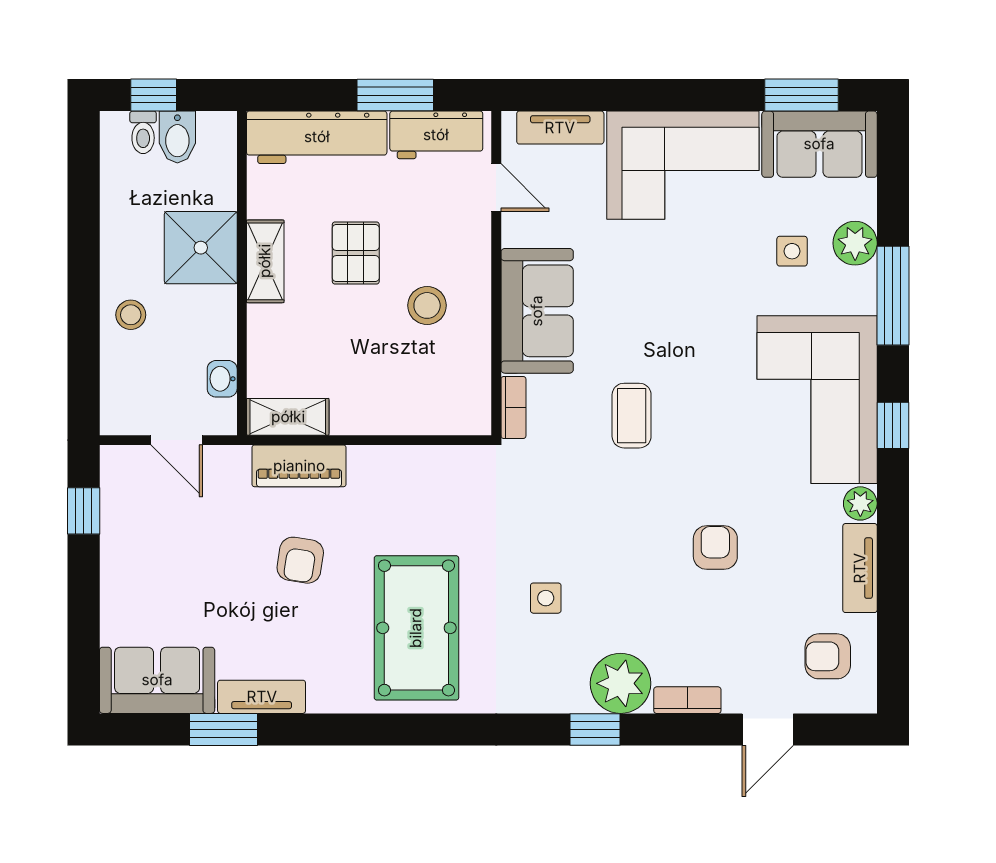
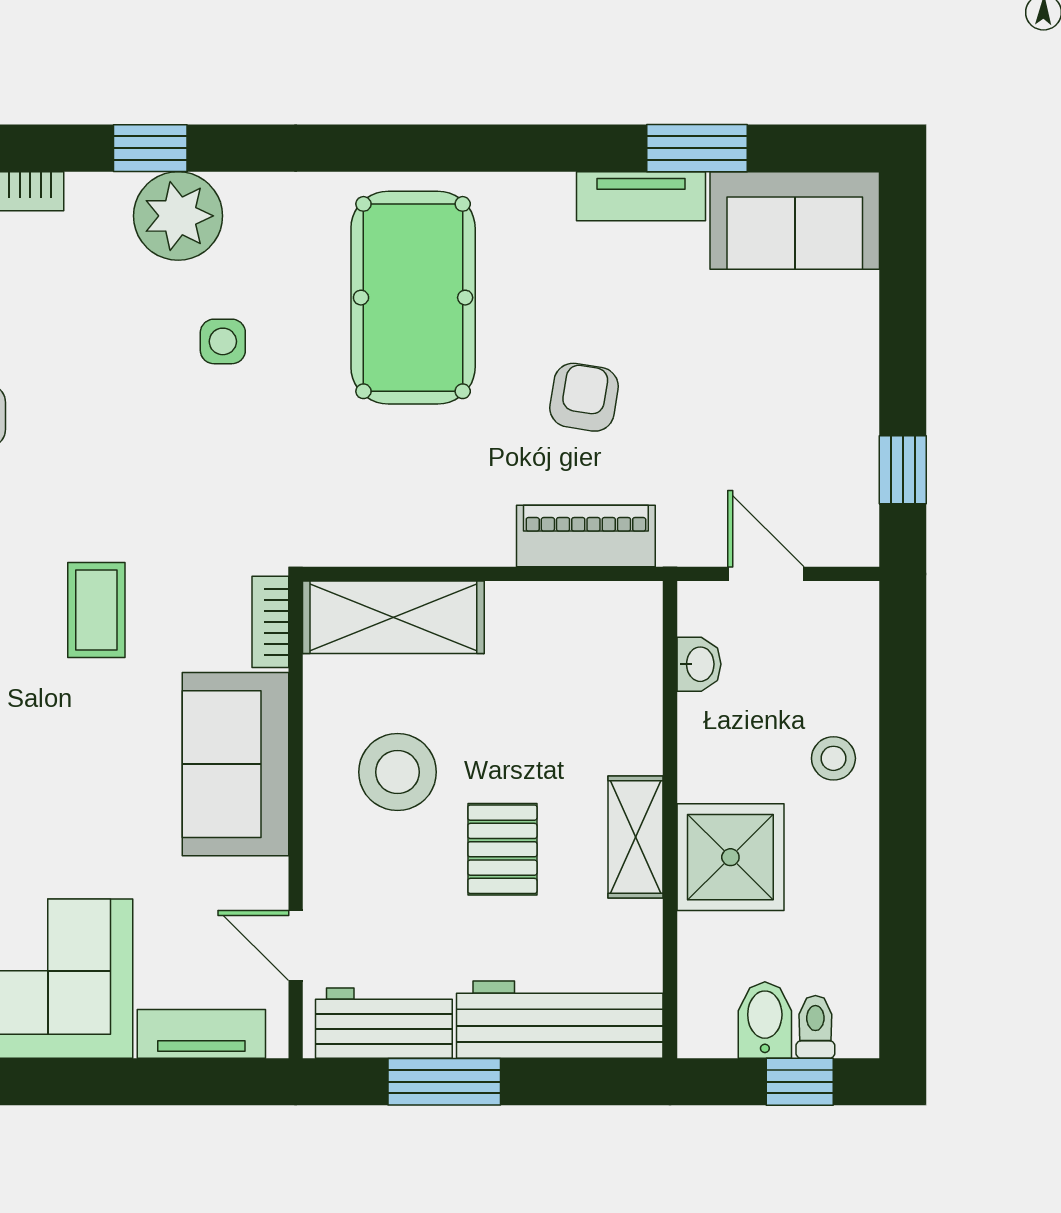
stool: (427, 305) -> (398, 772), width x1.38, depth x1.38
shelving: (288, 417) -> (393, 617), moved, width x1.50, depth x1.33
plant: (621, 683) -> (178, 216), moved

